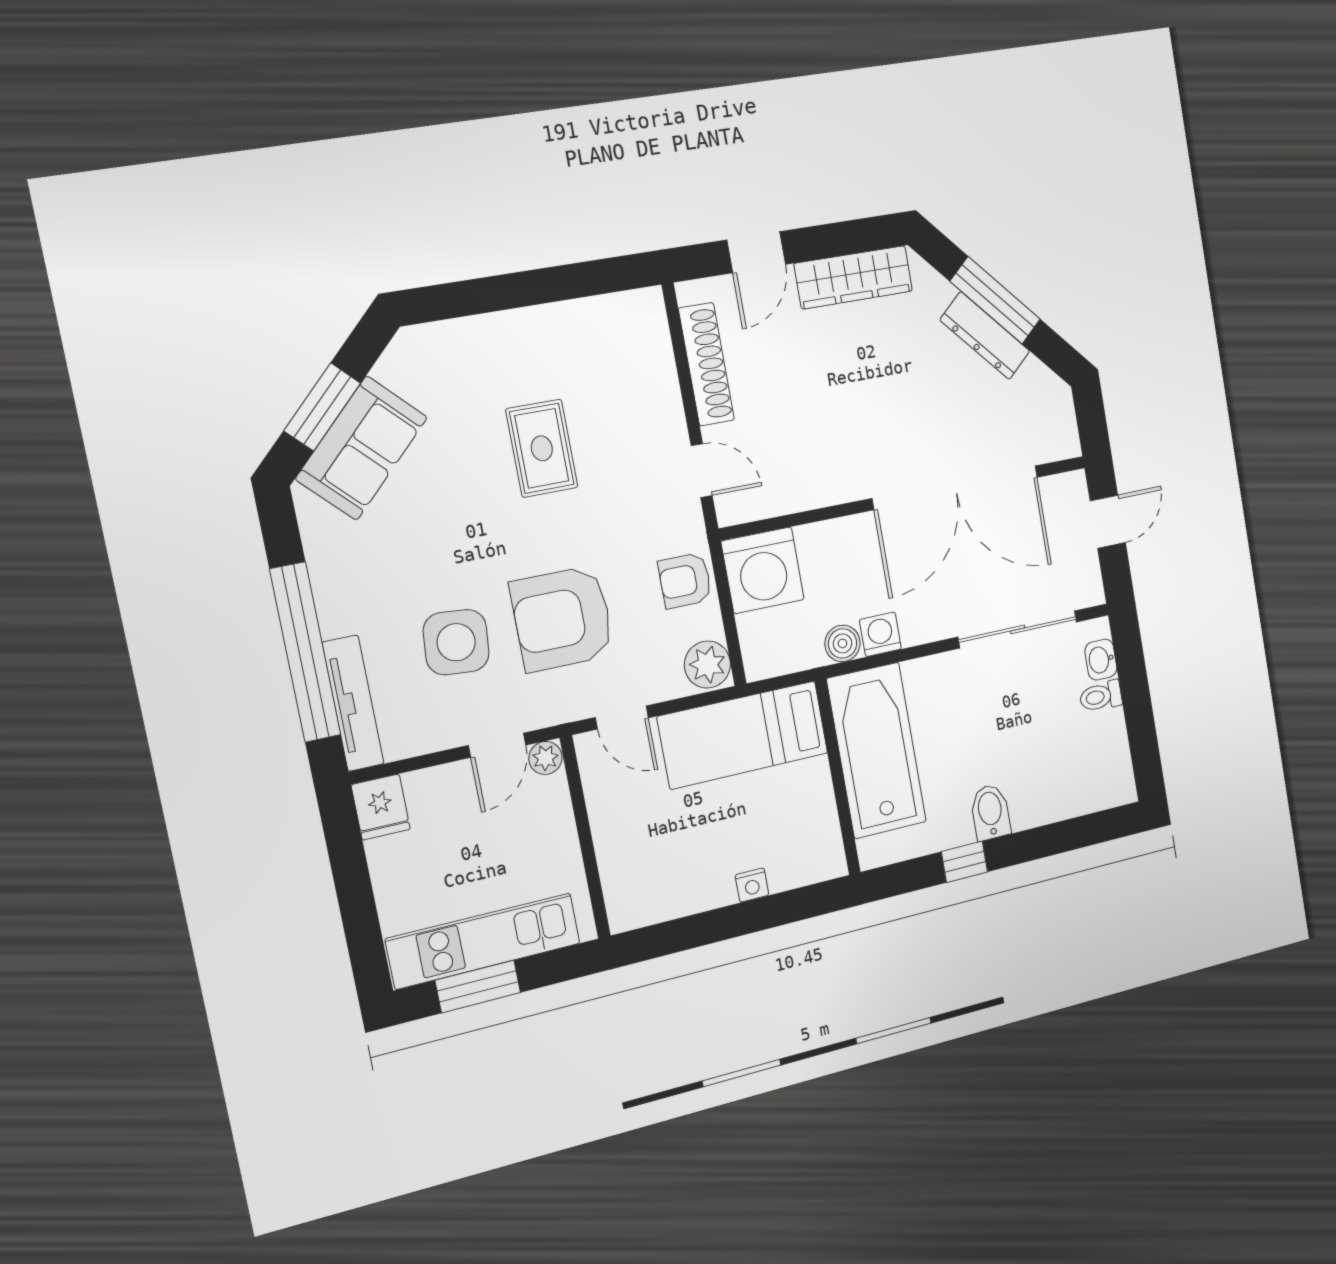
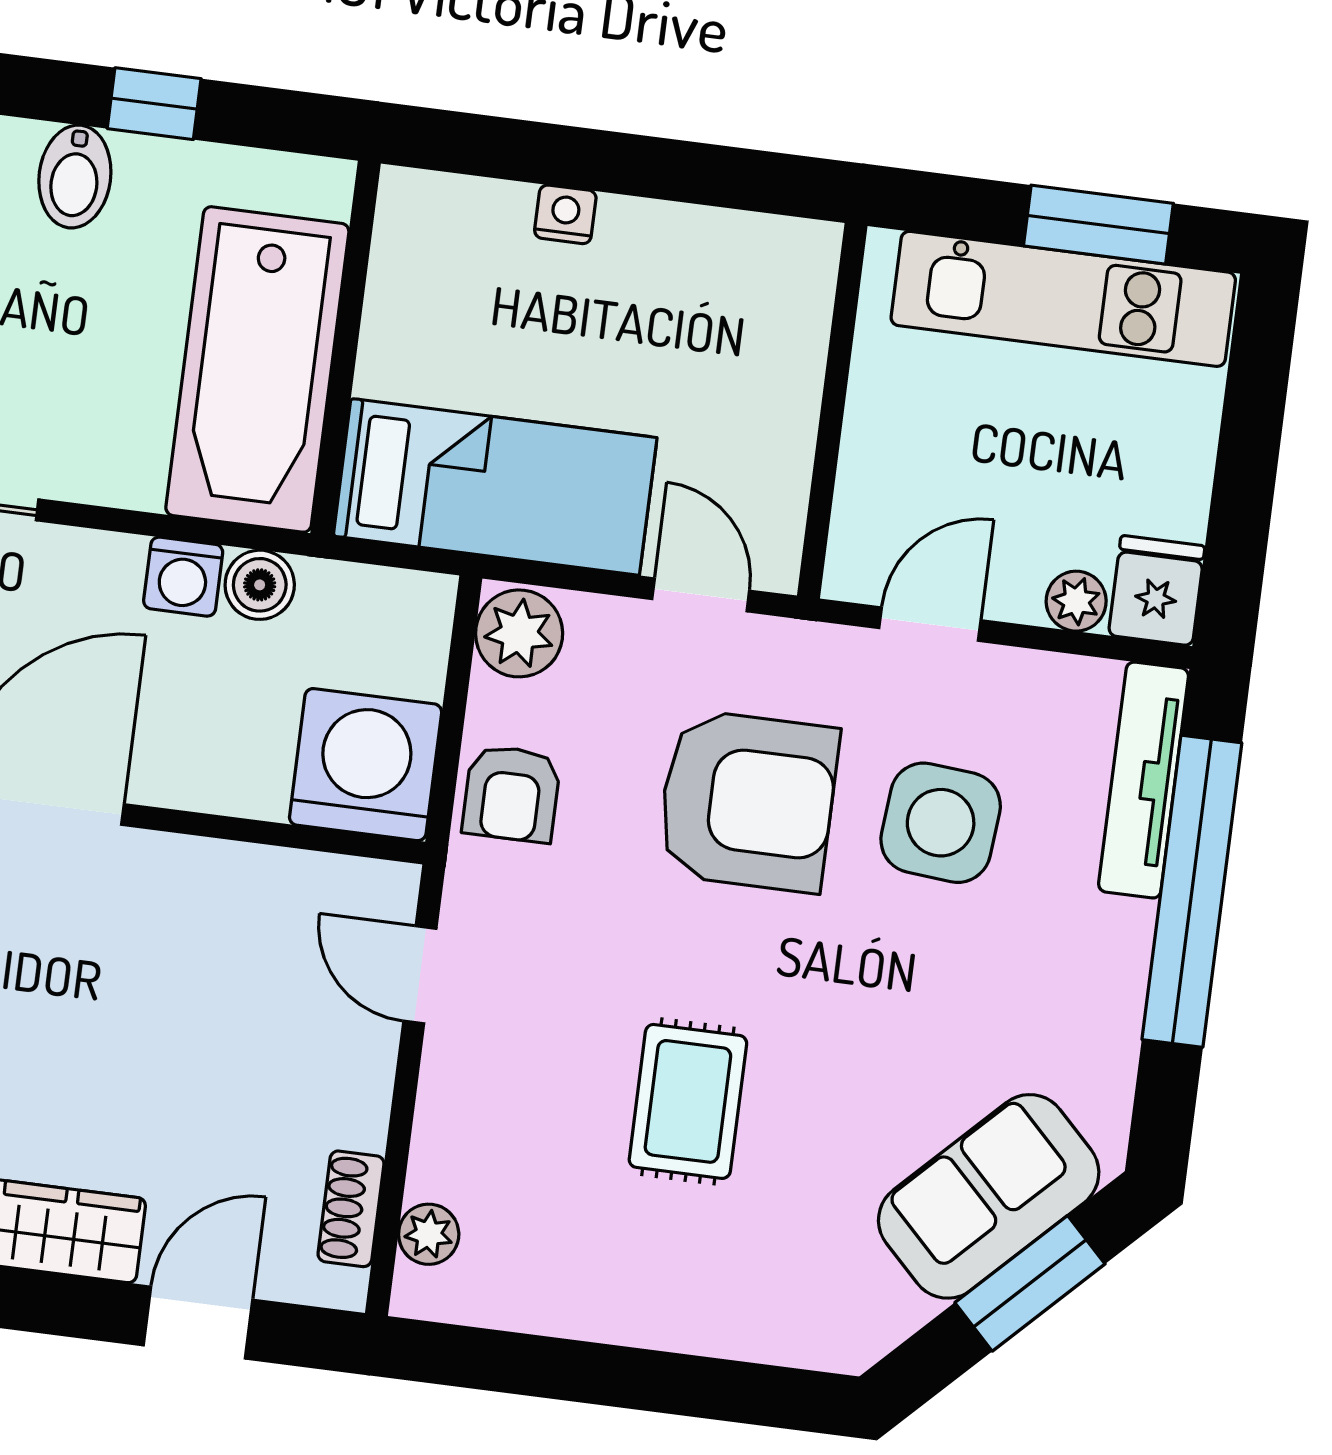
plant: (654, 335) -> (429, 1234), added
shoe rack: (706, 364) -> (351, 1209), width x0.51, depth x0.81
armchair: (685, 581) -> (511, 794), turned 90
plant: (545, 758) -> (1076, 601), moved

